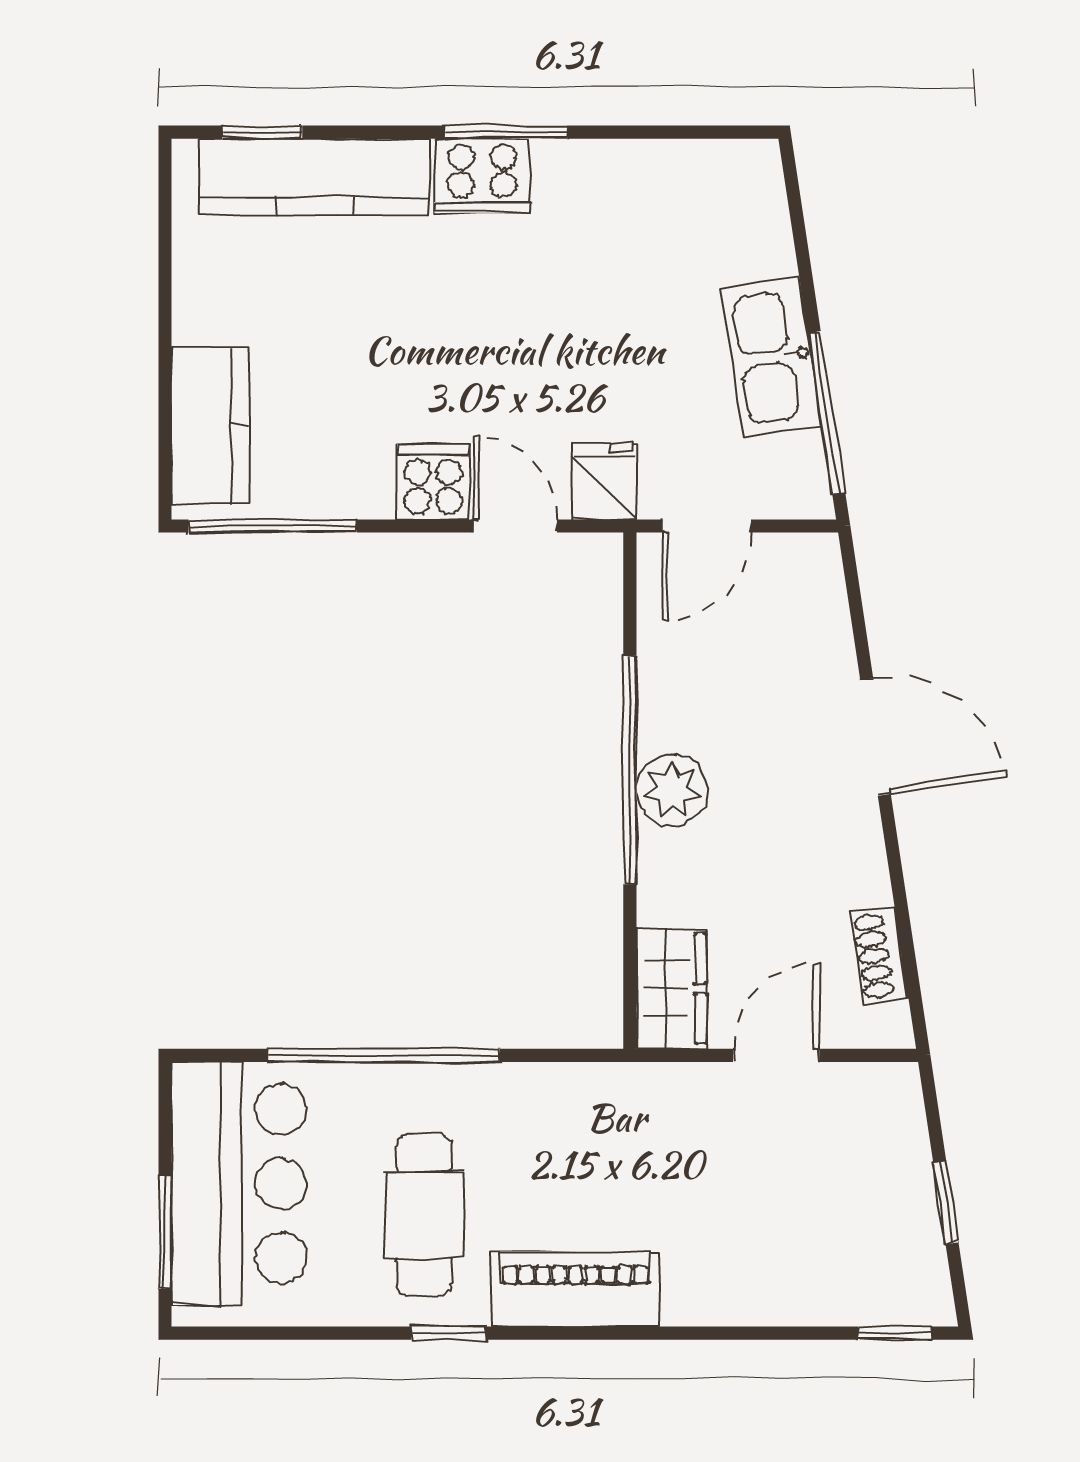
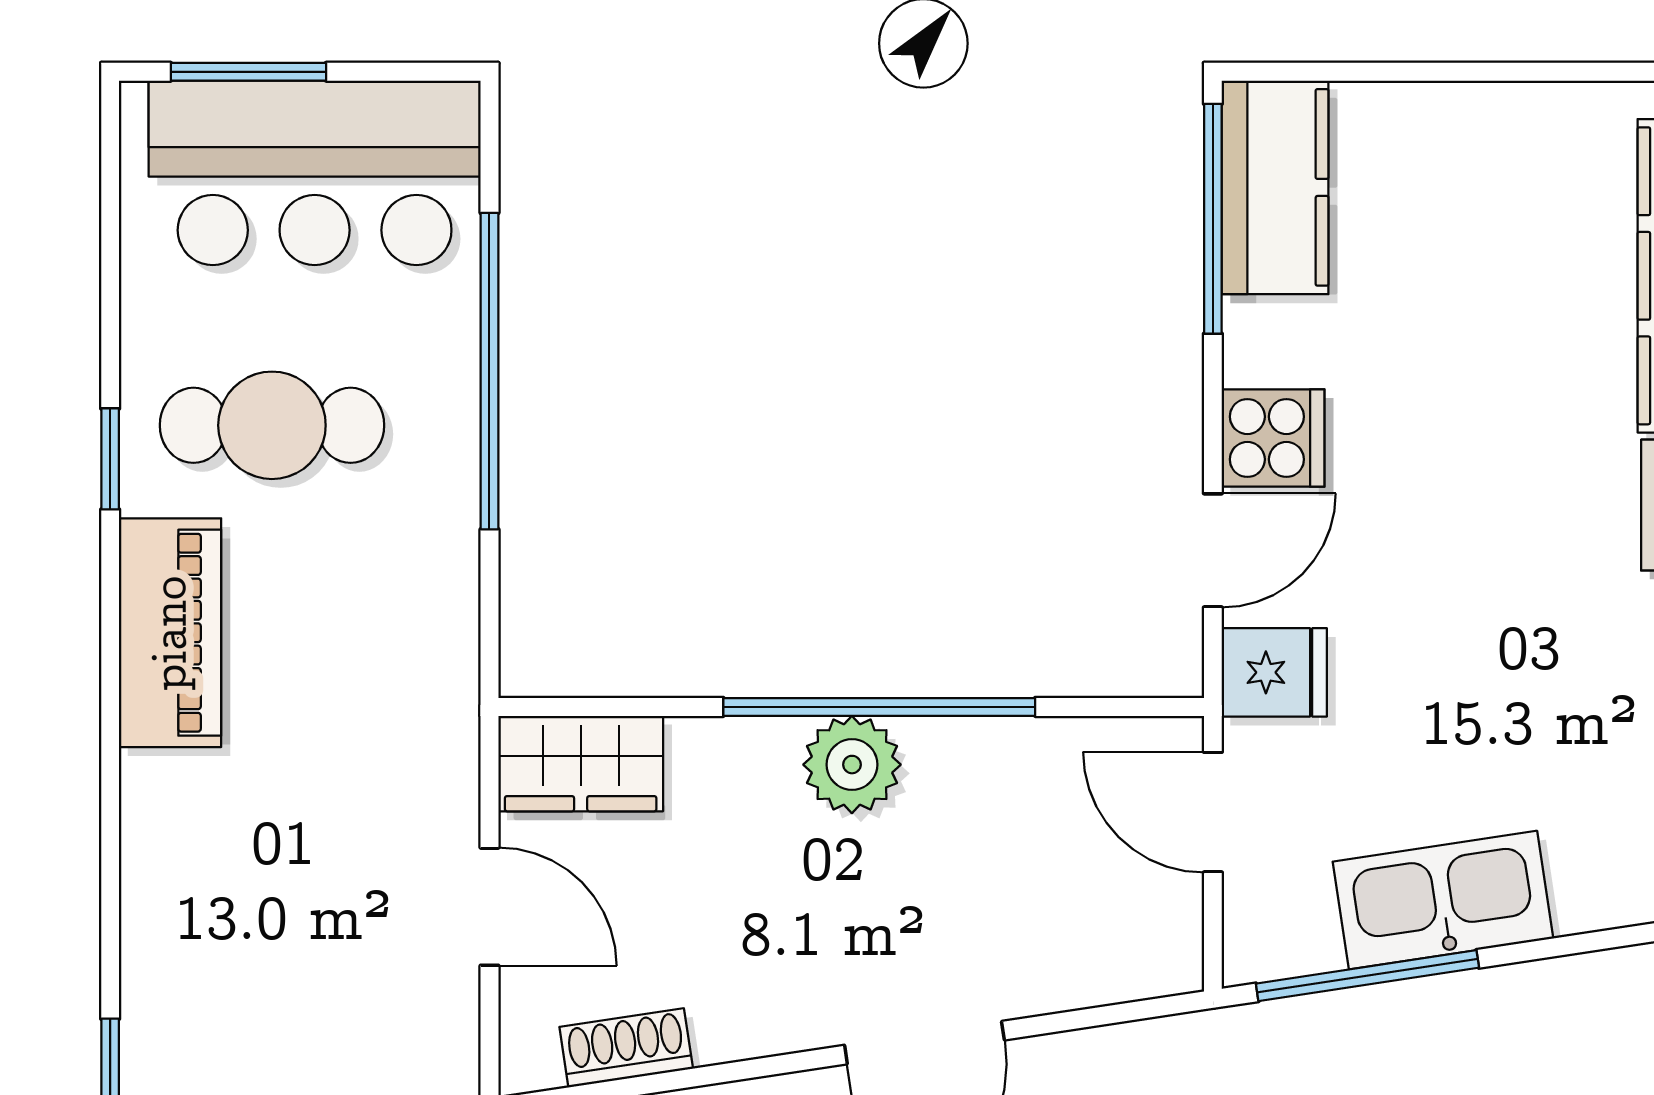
kitchen counter: (211, 425) -> (1275, 187), moved, turned -90

